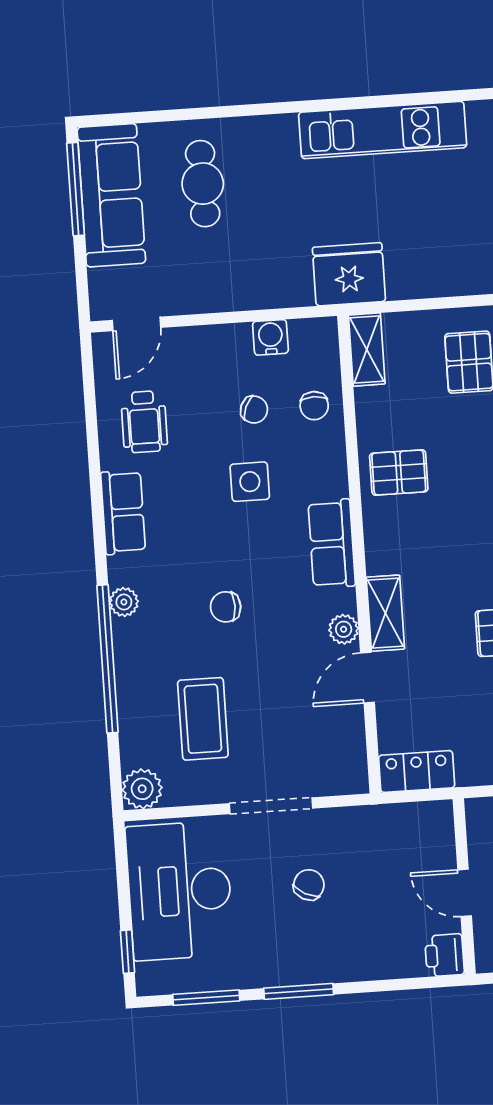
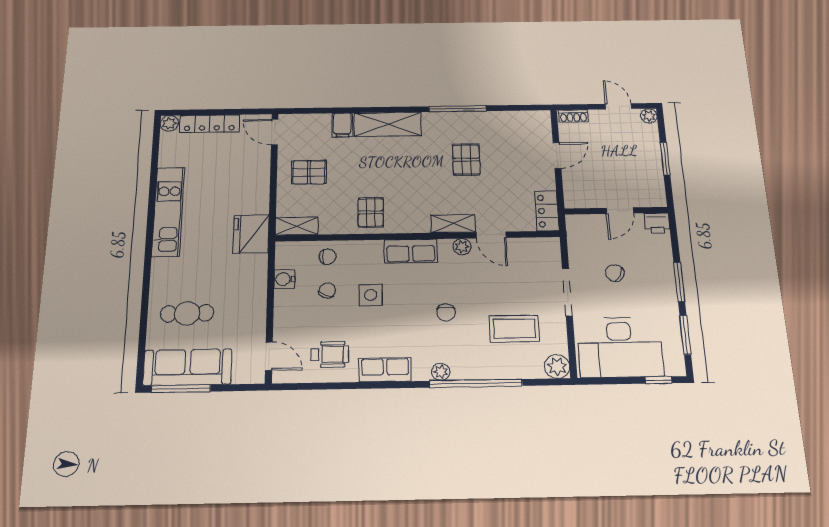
wall: (464, 886) -> (616, 211), moved
door: (465, 893) -> (620, 211), moved
printer: (445, 955) -> (657, 223), moved

